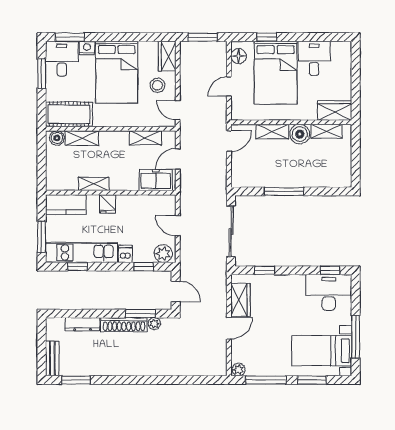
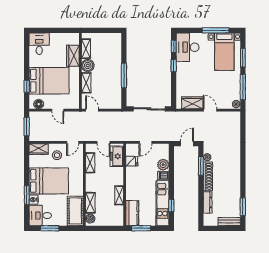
window: (70, 37) -> (27, 195), moved
desk: (314, 58) -> (39, 44), moved, turned 90
wardrobe: (335, 111) -> (73, 56), moved
fridge: (108, 204) -> (132, 161), moved
window: (42, 237) -> (141, 228), moved
plant: (163, 254) -> (163, 165), moved
window: (144, 267) -> (171, 164), removed
window: (265, 270) -> (174, 65), moved

